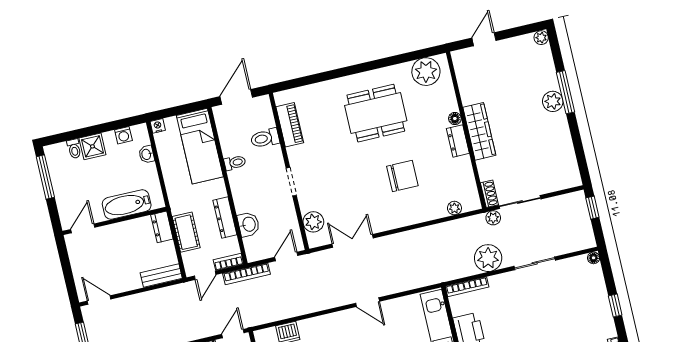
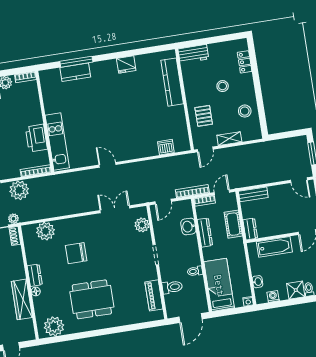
wardrobe: (479, 131) -> (22, 299), moved
plant: (454, 208) -> (46, 231), width x1.88, depth x1.88
double door: (353, 241) -> (115, 209), swing flipped

